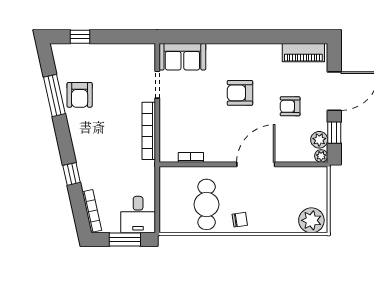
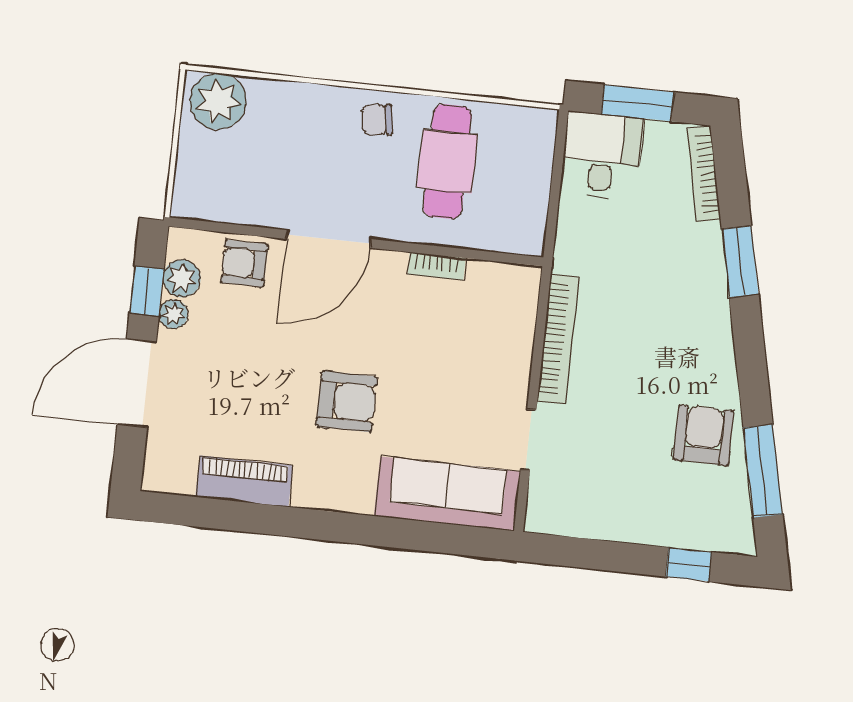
piano: (303, 53) -> (244, 481), moved
sofa: (182, 57) -> (447, 494), width x1.36
window: (54, 95) -> (763, 471), moved
armchair: (290, 106) -> (244, 263), moved, turned 180
plant: (321, 156) -> (173, 314), moved
bookcase: (191, 157) -> (436, 266), moved
window: (72, 174) -> (740, 262), width x1.50

